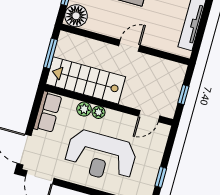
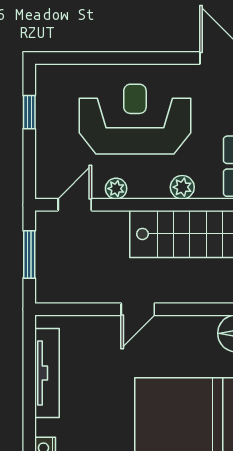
window: (183, 95) -> (29, 254), width x1.50
plant: (99, 112) -> (116, 189), moved

